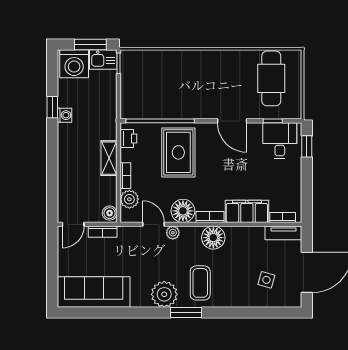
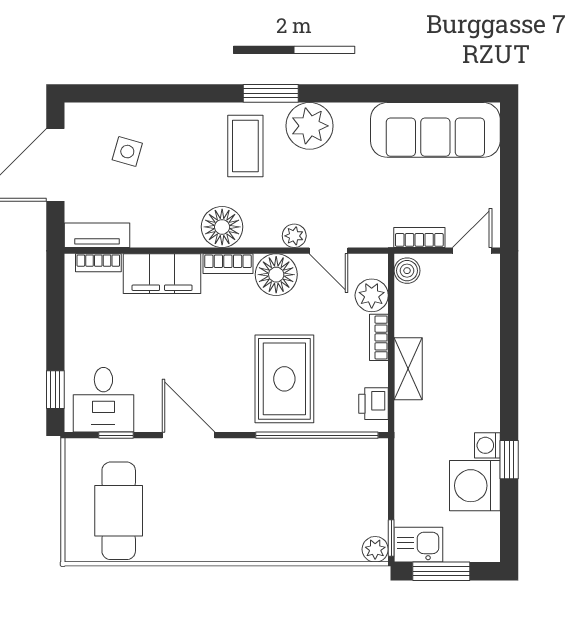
plant: (127, 57) -> (375, 549), added
washing machine: (74, 64) -> (475, 486), moved, turned -90

